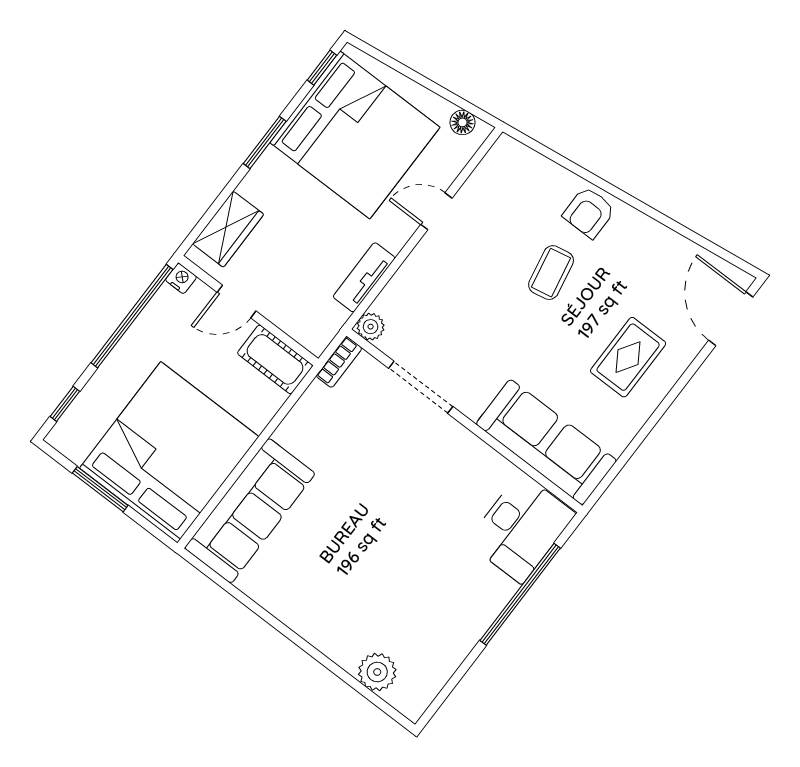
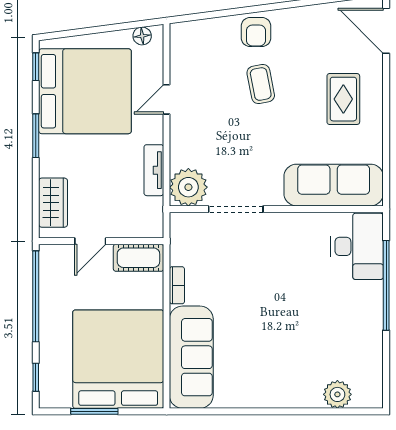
nightstand: (181, 278) -> (48, 252), removed
plant: (371, 327) -> (188, 187), width x1.88, depth x1.88
bookcase: (339, 362) -> (177, 285), moved

